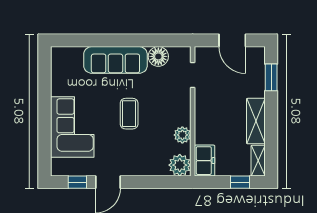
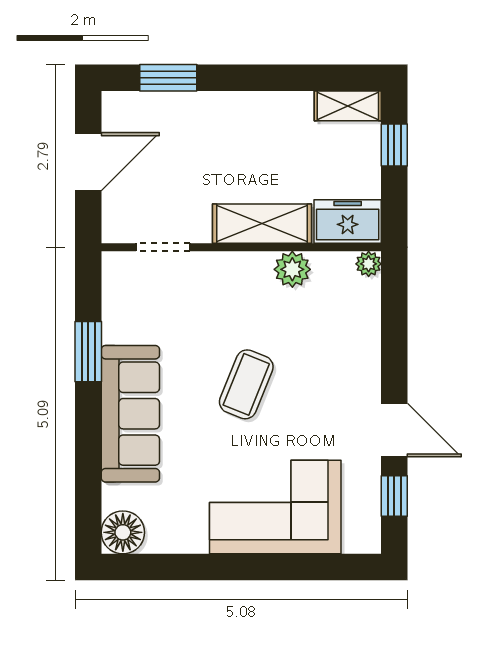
window: (144, 40) -> (88, 352), added
floor lamp: (158, 56) -> (123, 532), moved
coffee table: (129, 114) -> (246, 384), turned -68
shelving: (256, 121) -> (262, 224), moved
plant: (180, 165) -> (369, 264), width x0.53, depth x0.53

